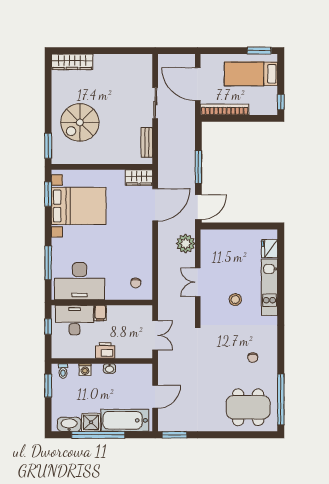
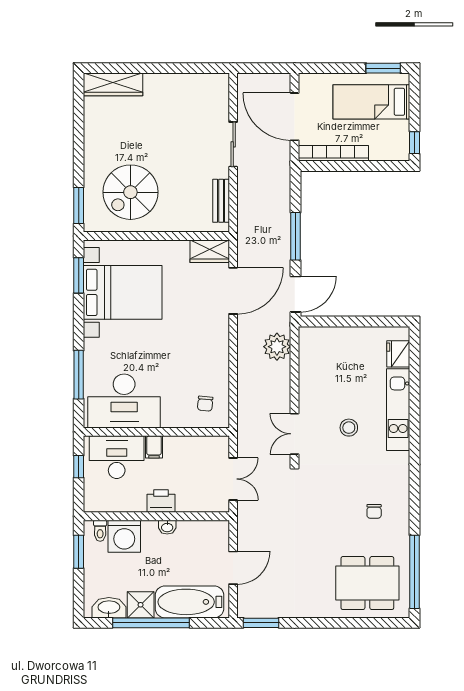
spiral stairs: (80, 122) -> (130, 192), moved
double door: (198, 282) -> (295, 434), moved
washing machine: (85, 370) -> (124, 536), width x1.89, depth x1.89

